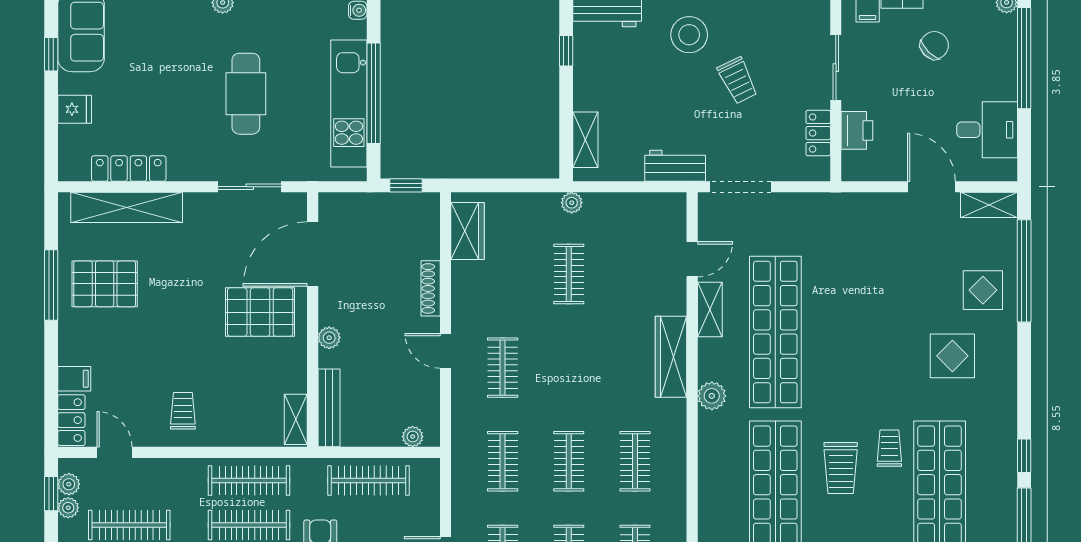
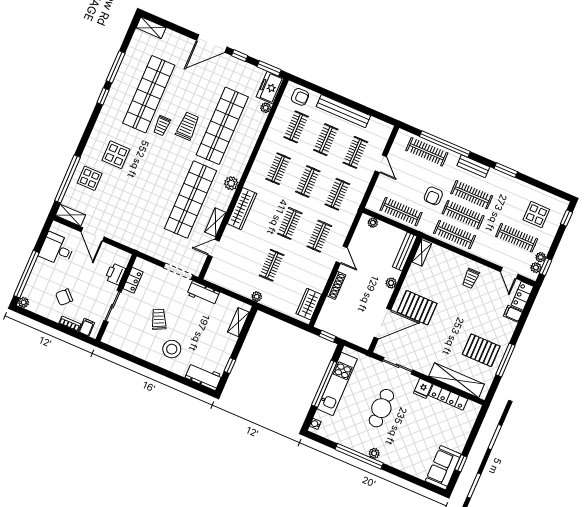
fridge: (75, 109) -> (423, 388), moved, turned -90
clothes rail: (569, 368) -> (290, 223), added

